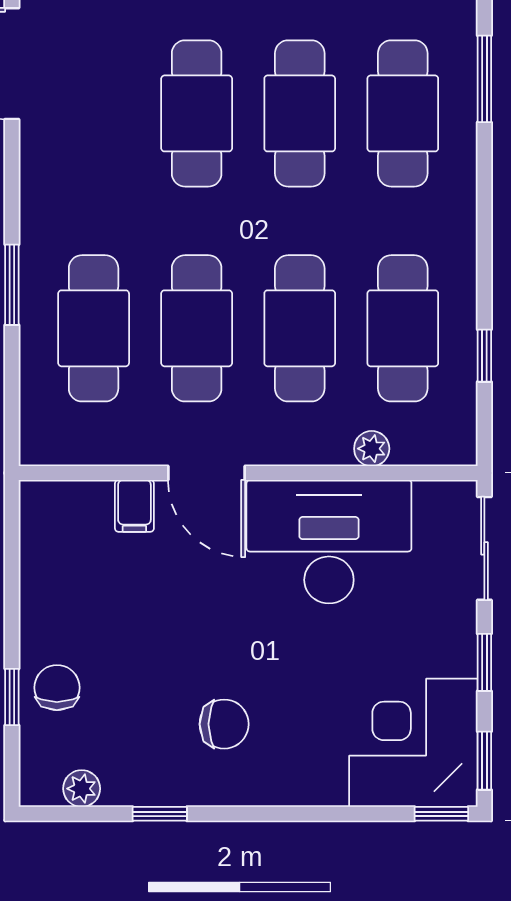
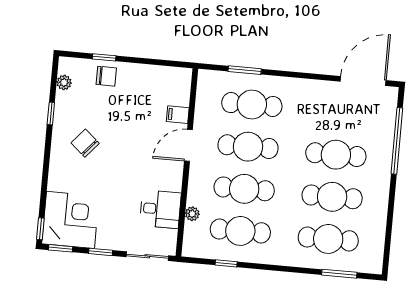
window: (12, 285) -> (245, 70), moved
desk: (329, 542) -> (160, 209), width x0.53, depth x0.77
chair: (224, 724) -> (85, 143), turned 131

